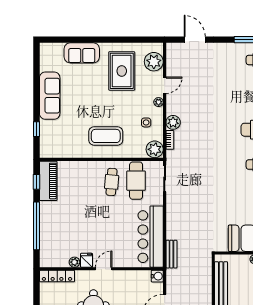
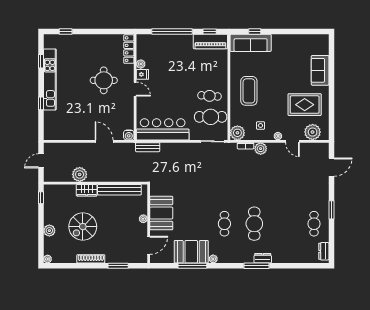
sofa: (50, 96) -> (251, 43), moved

